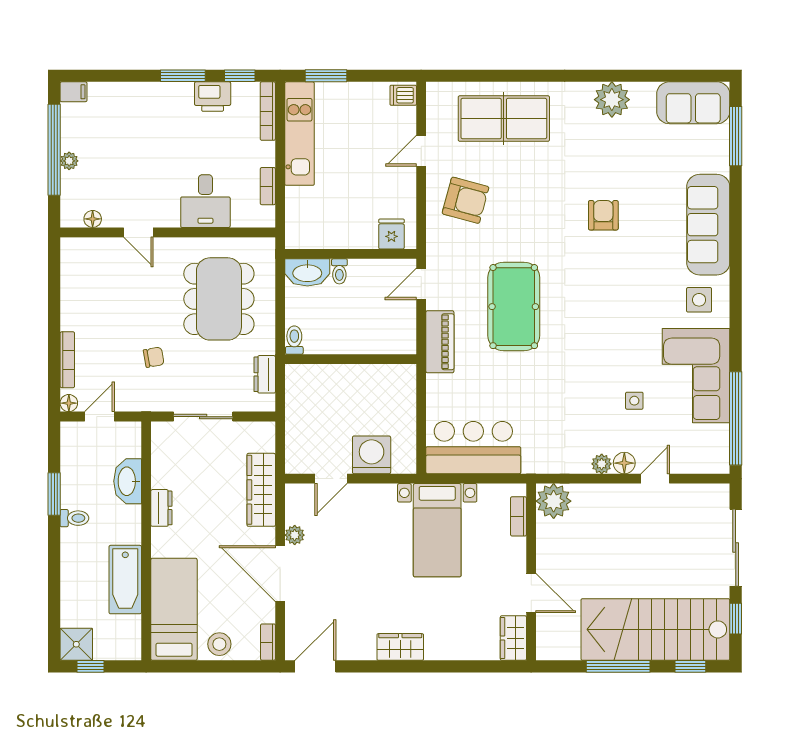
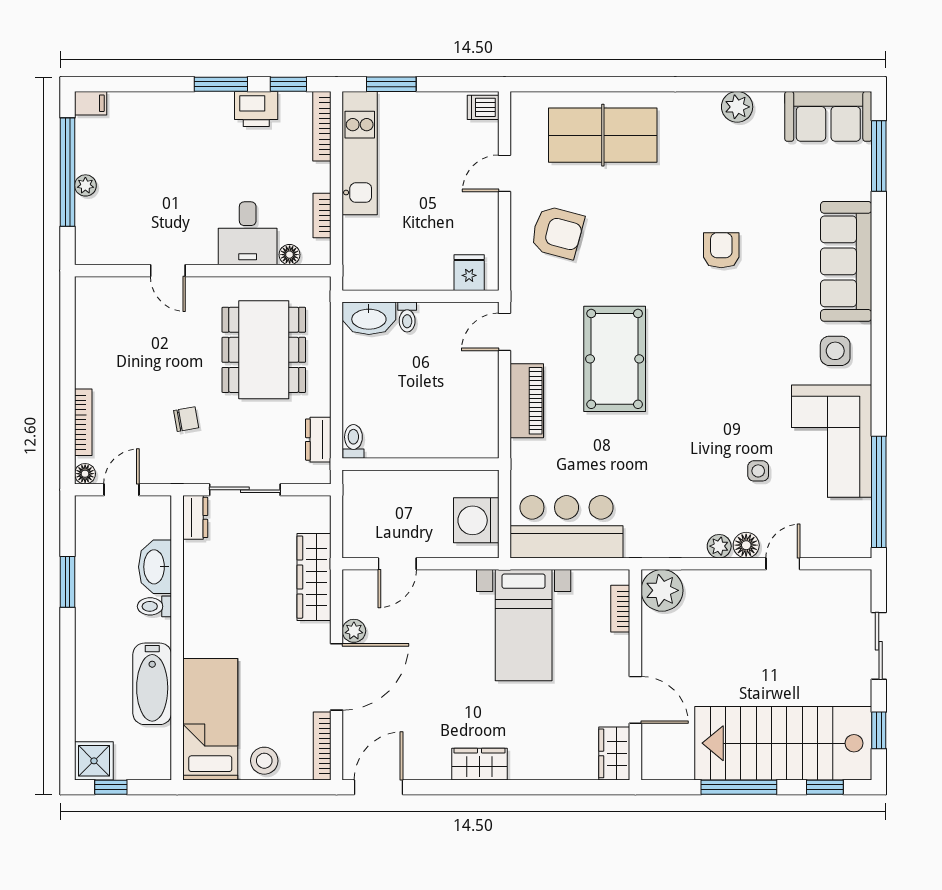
plant: (612, 100) -> (737, 107), width x0.73, depth x0.73
floor lamp: (93, 219) -> (290, 255), moved
toilet: (294, 340) -> (353, 441), moved
wall: (351, 359) -> (421, 464), moved
washing machine: (372, 455) -> (476, 520), moved, turned -90
dresser: (161, 508) -> (195, 517), moved
toilet: (74, 518) -> (154, 606), moved, turned 180
sliding door: (736, 548) -> (879, 646), width x0.73
door: (280, 574) -> (337, 677), swing flipped
bookcase: (268, 642) -> (322, 746), width x1.56

